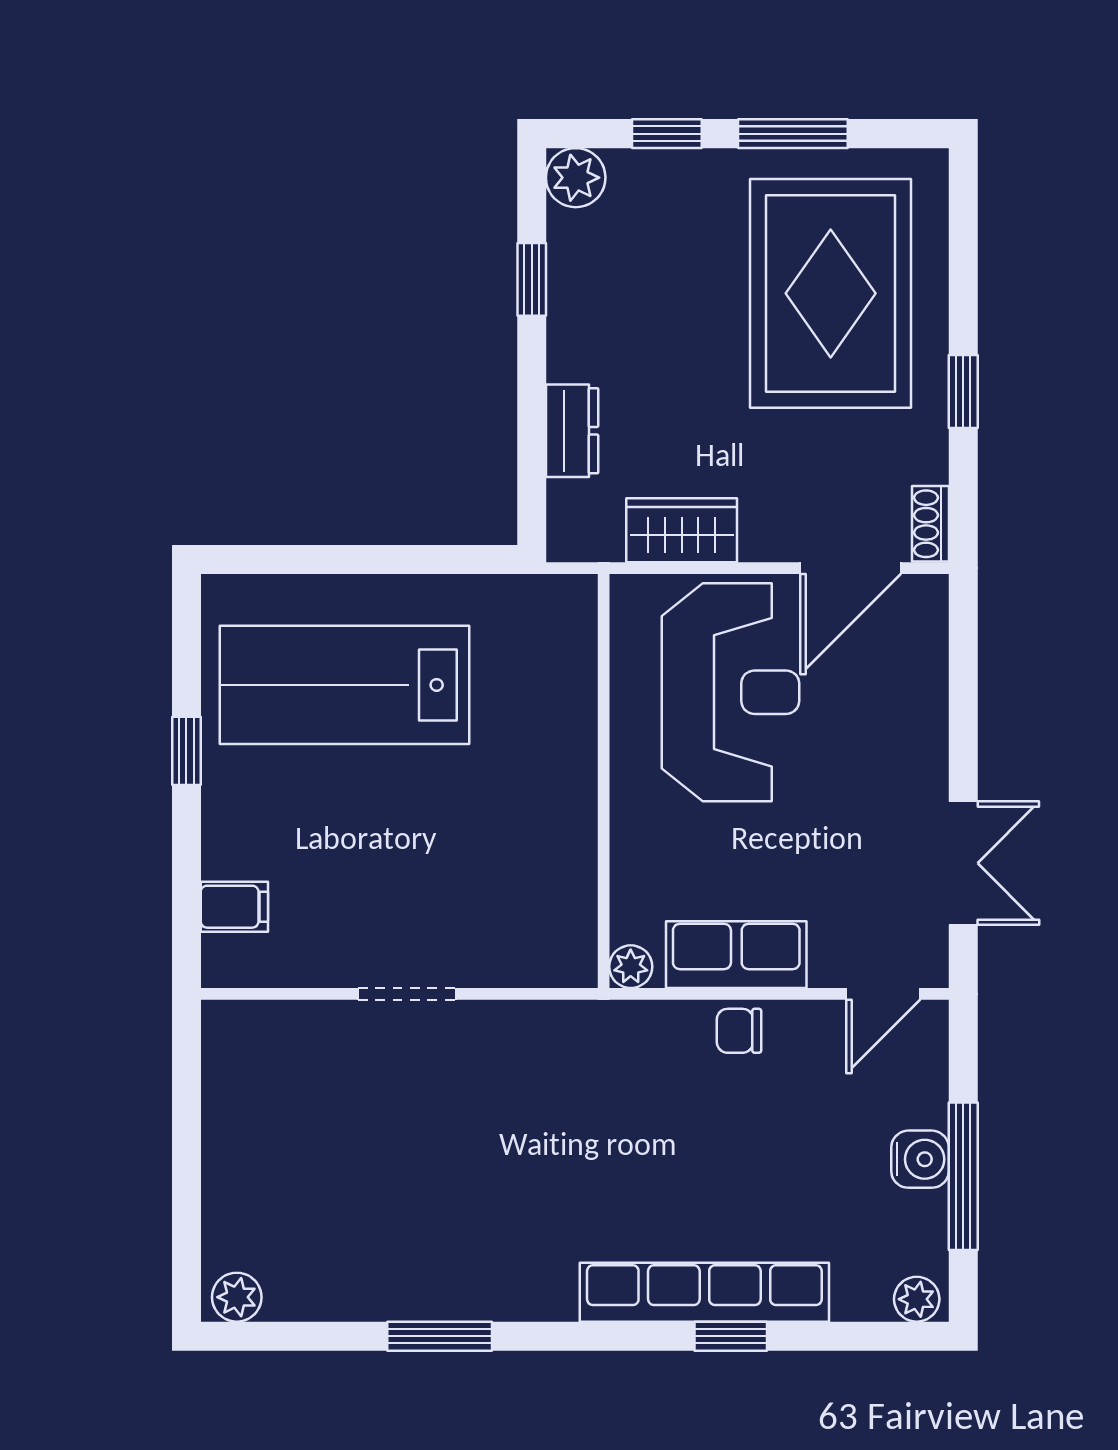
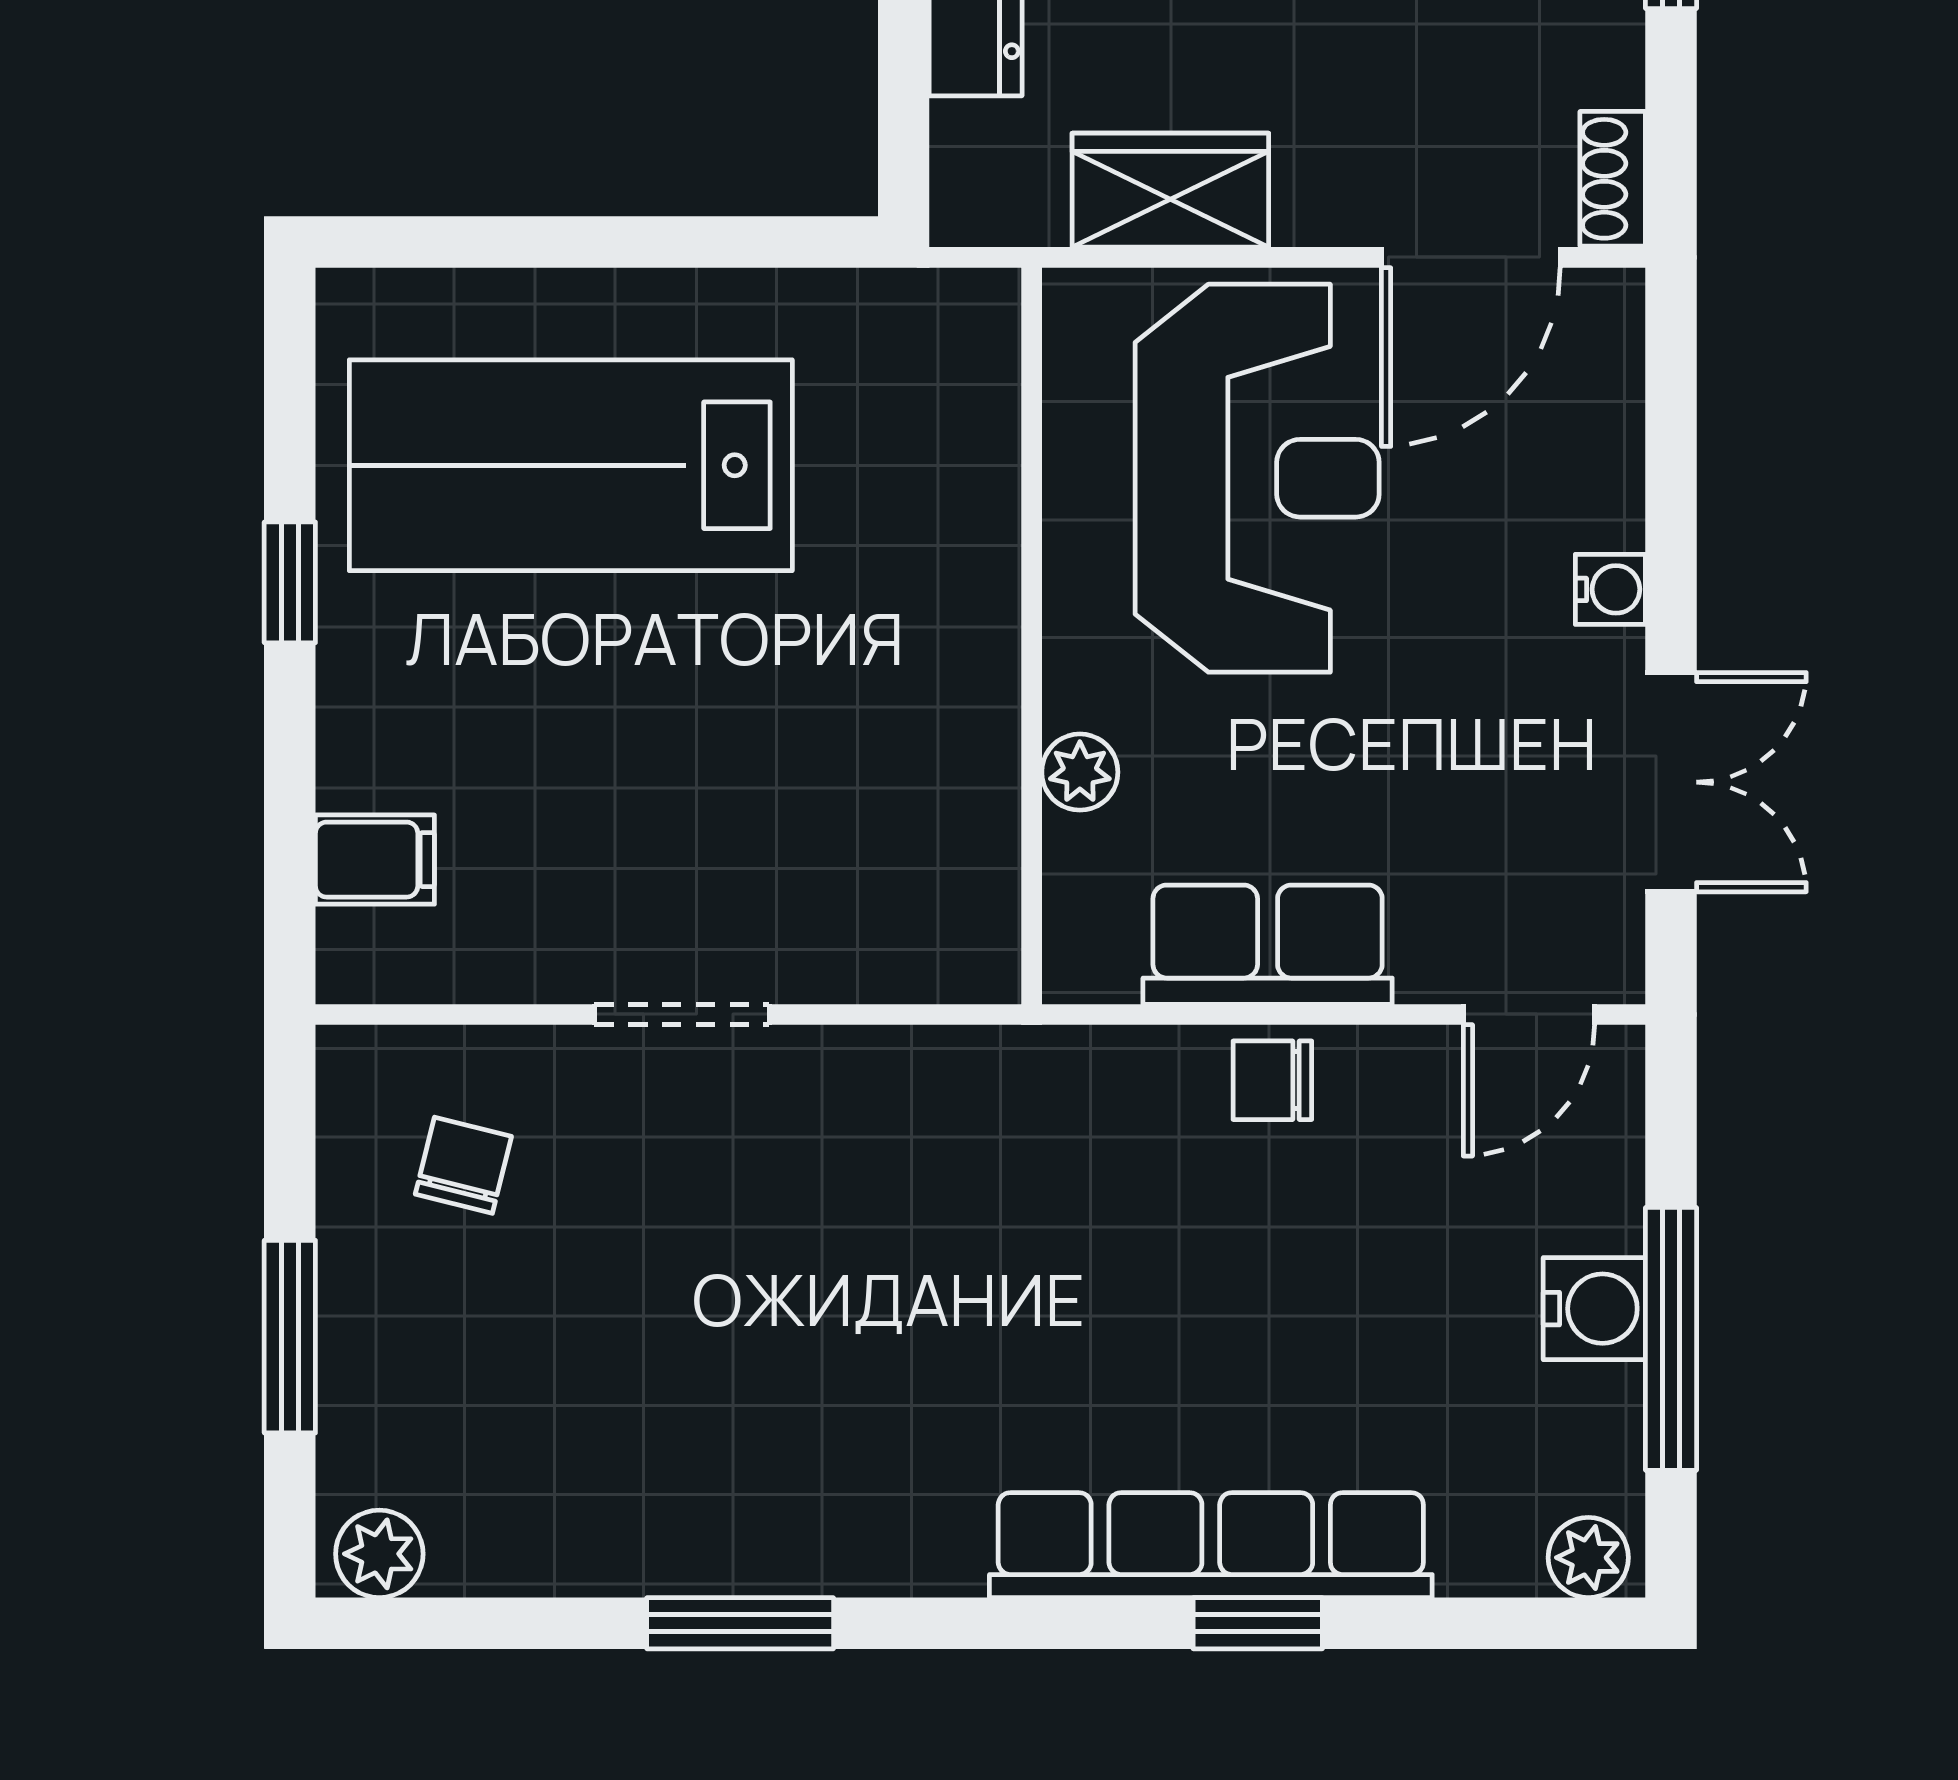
water cooler: (929, 755) -> (1610, 589), added
plant: (631, 967) -> (1080, 772), moved
chair: (284, 1079) -> (463, 1165), added
window: (186, 1175) -> (290, 1337), added

